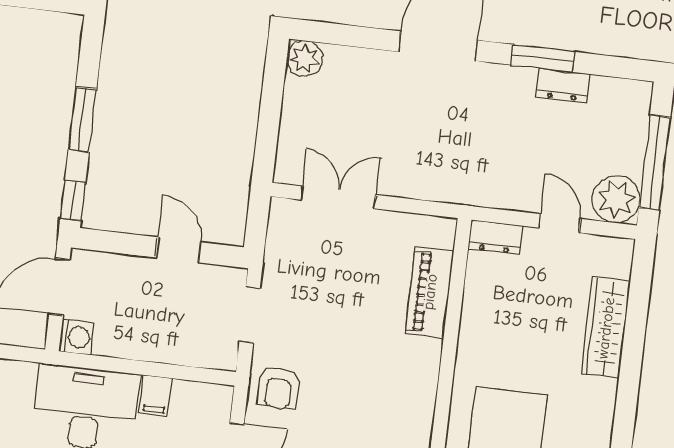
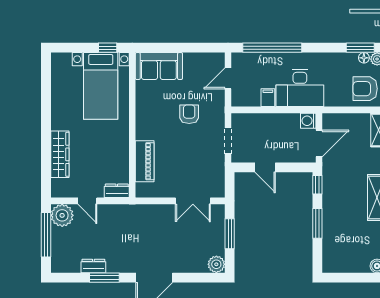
window: (269, 119) -> (230, 234), added
armchair: (278, 388) -> (189, 114), moved

